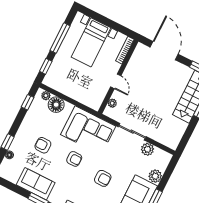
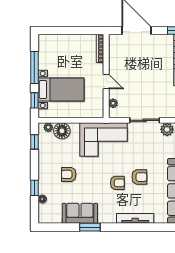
bed with nightstands: (91, 42) -> (61, 90), moved, turned -90
armchair: (74, 159) -> (117, 183), moved

